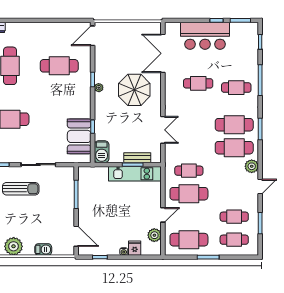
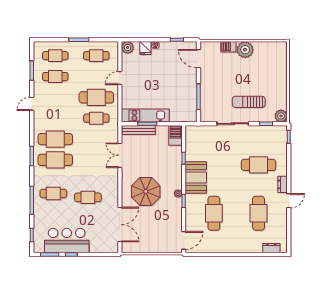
bar counter: (205, 36) -> (67, 241), moved
cafe table: (59, 66) -> (214, 213), turned 90
booth: (79, 136) -> (196, 178), moved
bench: (137, 158) -> (139, 130), width x1.36
plant: (252, 166) -> (39, 122), removed
plant: (154, 235) -> (128, 48), moved
cafe table: (189, 240) -> (96, 56), width x0.73, depth x0.74
plant: (14, 246) -> (245, 50), moved

